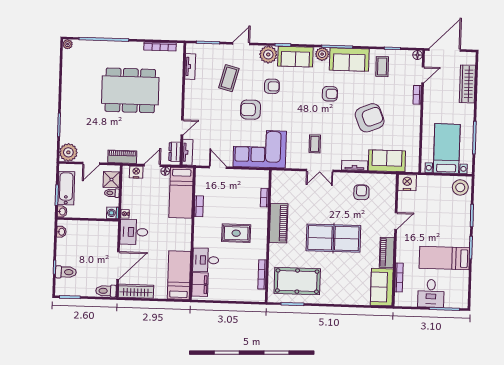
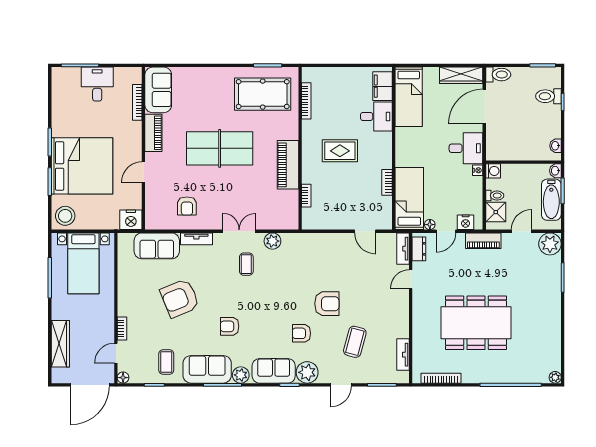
corner sofa: (260, 149) -> (314, 256), removed
plant: (293, 162) -> (272, 241), added
bed: (444, 258) -> (82, 166), moved, width x2.04

